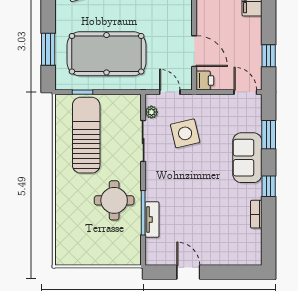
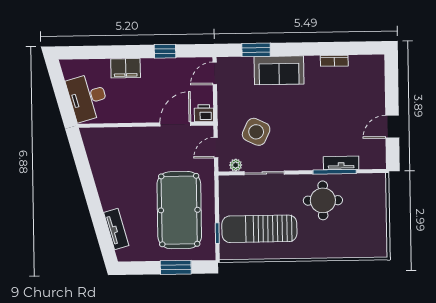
window: (269, 56) -> (165, 51), moved
side table: (185, 133) -> (256, 132), turned 38
window: (269, 186) -> (307, 49), removed

